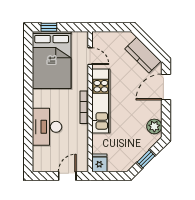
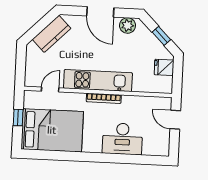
window: (49, 27) -> (18, 118), moved
door: (166, 87) -> (100, 12), moved
fridge: (99, 163) -> (164, 67), moved

